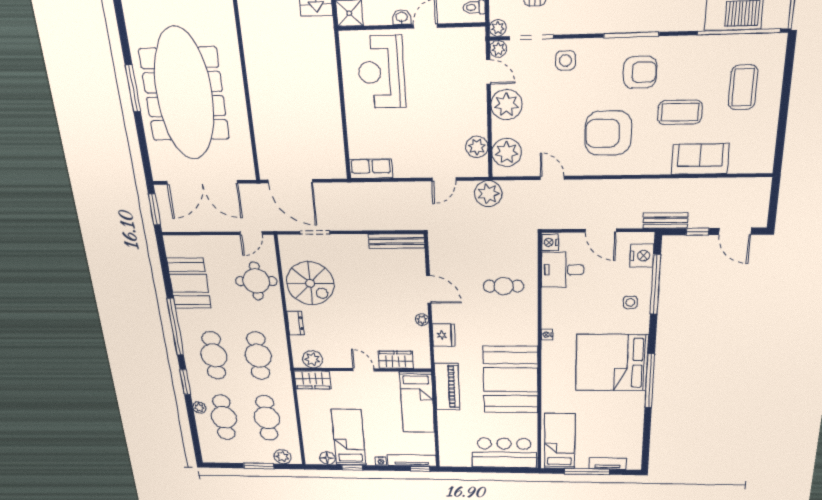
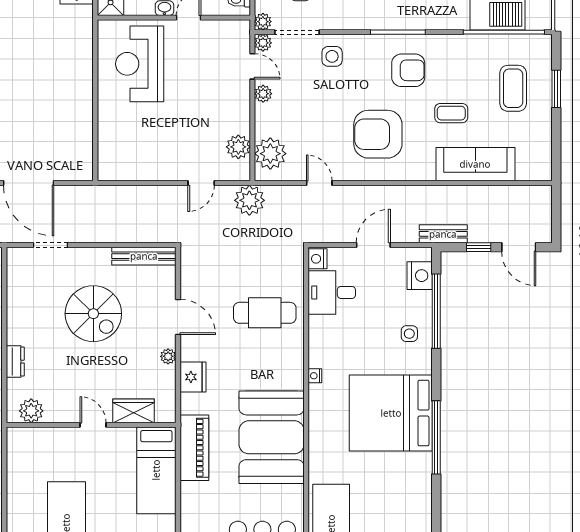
window: (786, 87) -> (556, 89), added
plant: (506, 105) -> (263, 94), width x0.53, depth x0.53
coffee table: (680, 112) -> (451, 113), width x0.73, depth x0.77
sofa: (700, 159) -> (475, 164), width x1.36
row of seats: (371, 169) -> (121, 170), removed
door: (601, 231) -> (373, 245), swing flipped
spiral stairs: (310, 283) -> (93, 314), moved
cafe table: (504, 286) -> (265, 313), width x1.37, depth x1.35
wardrobe: (313, 380) -> (28, 440), removed

